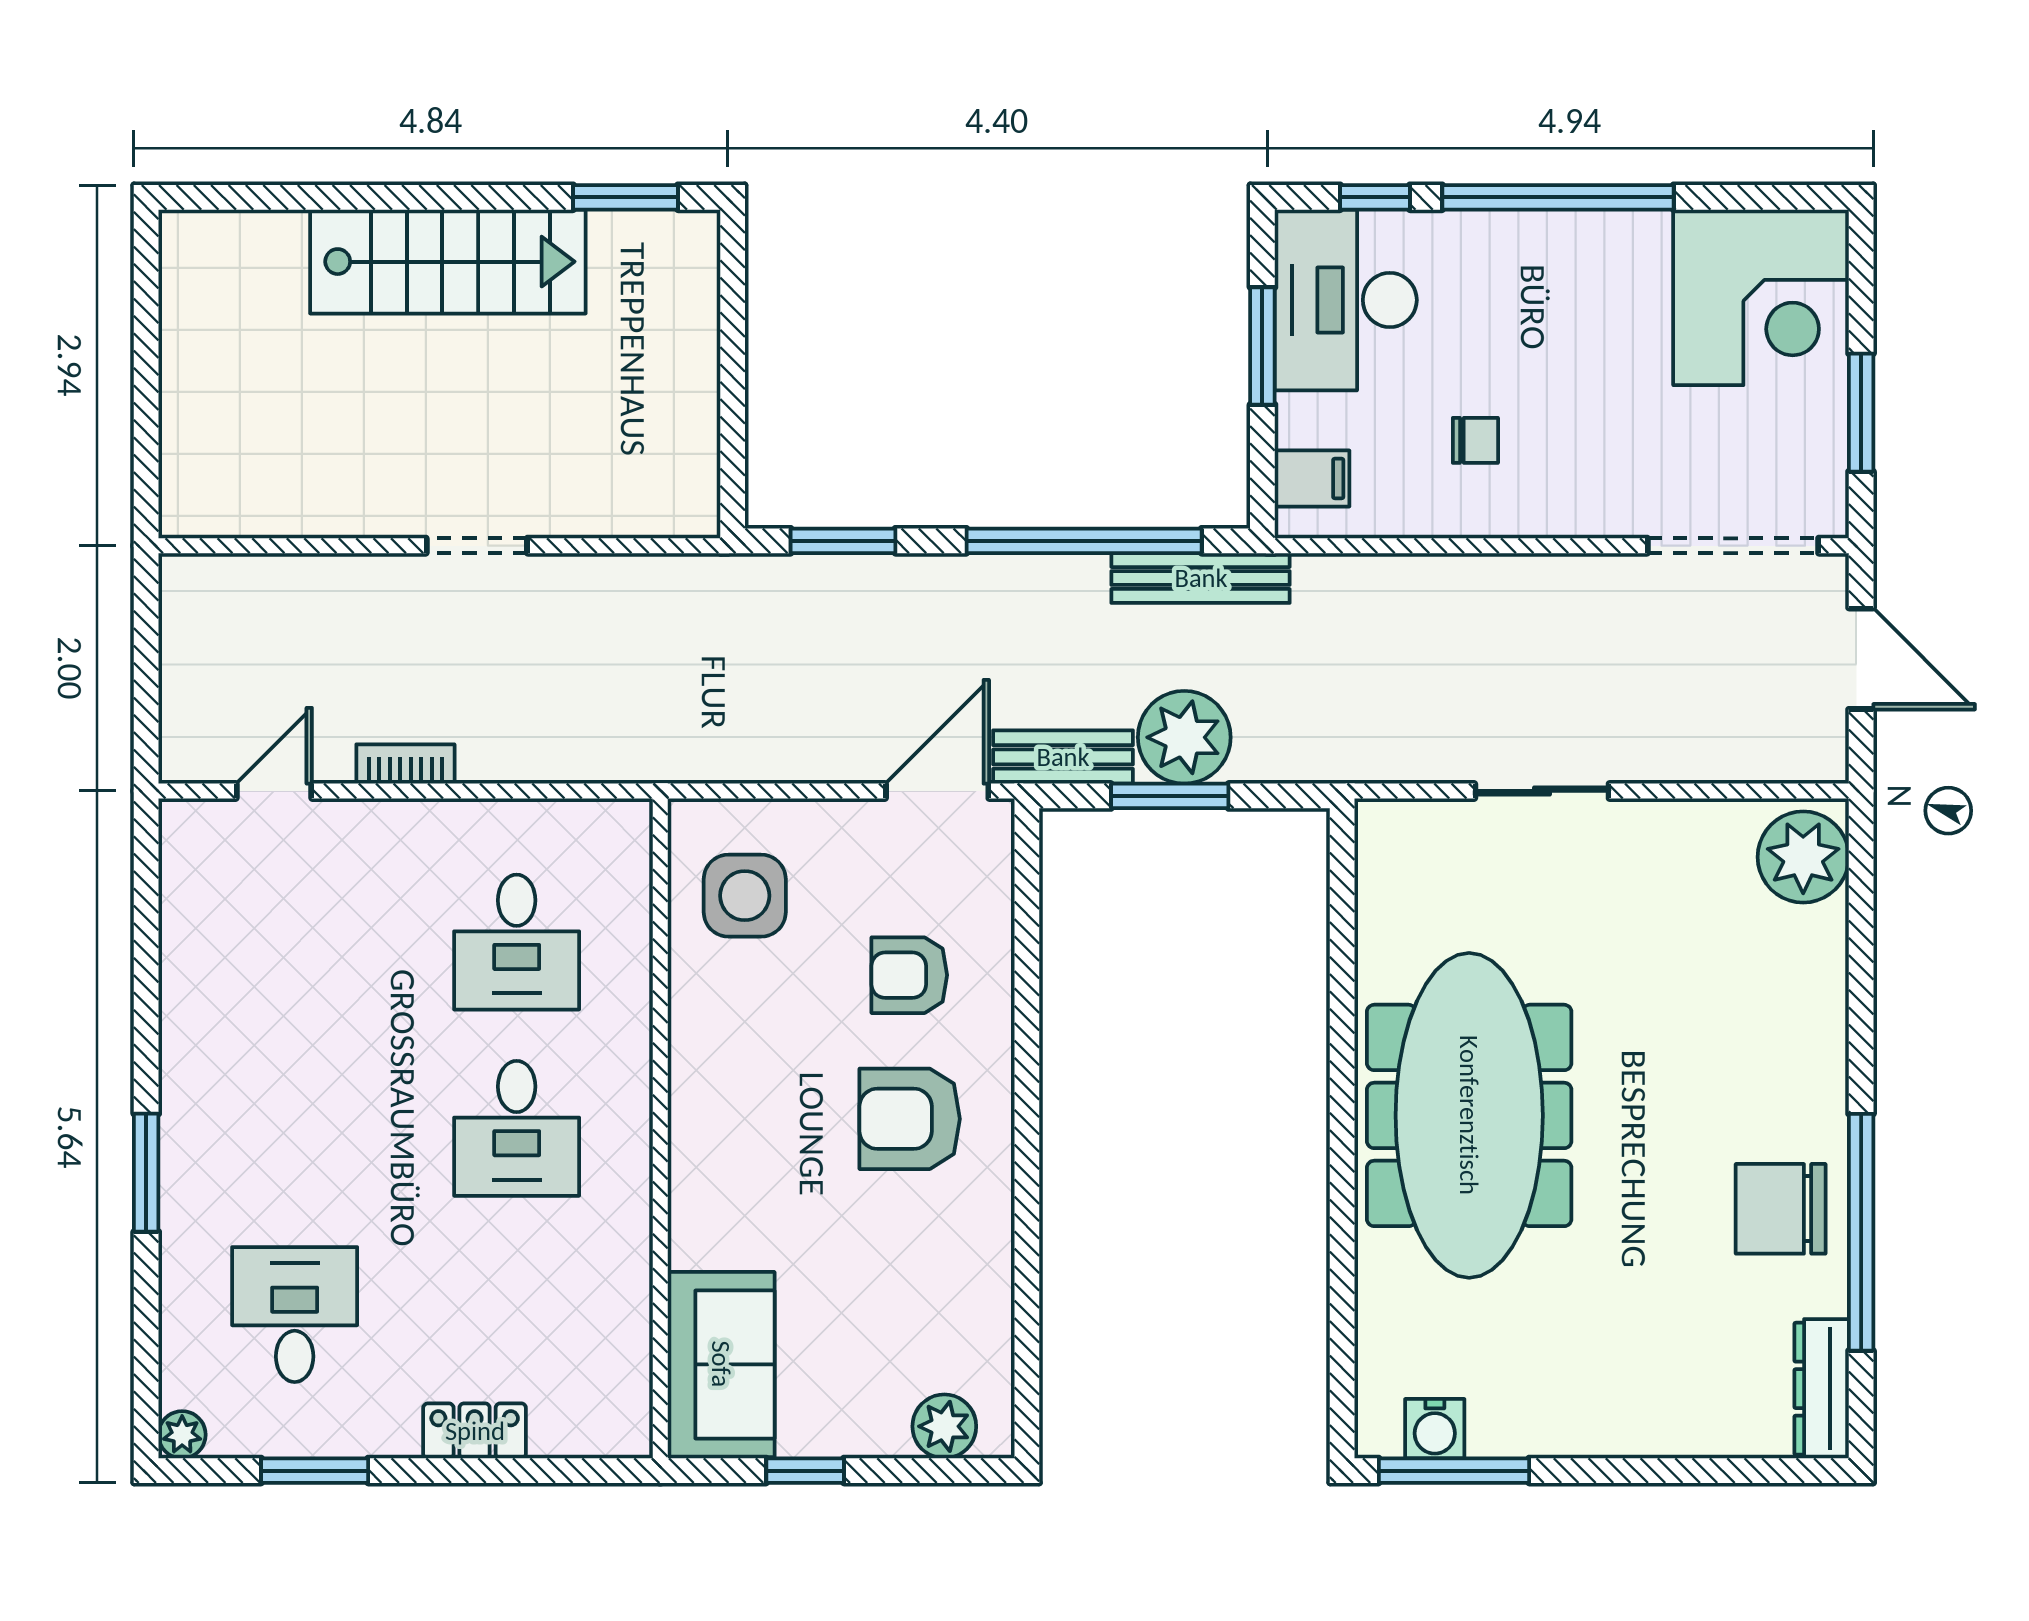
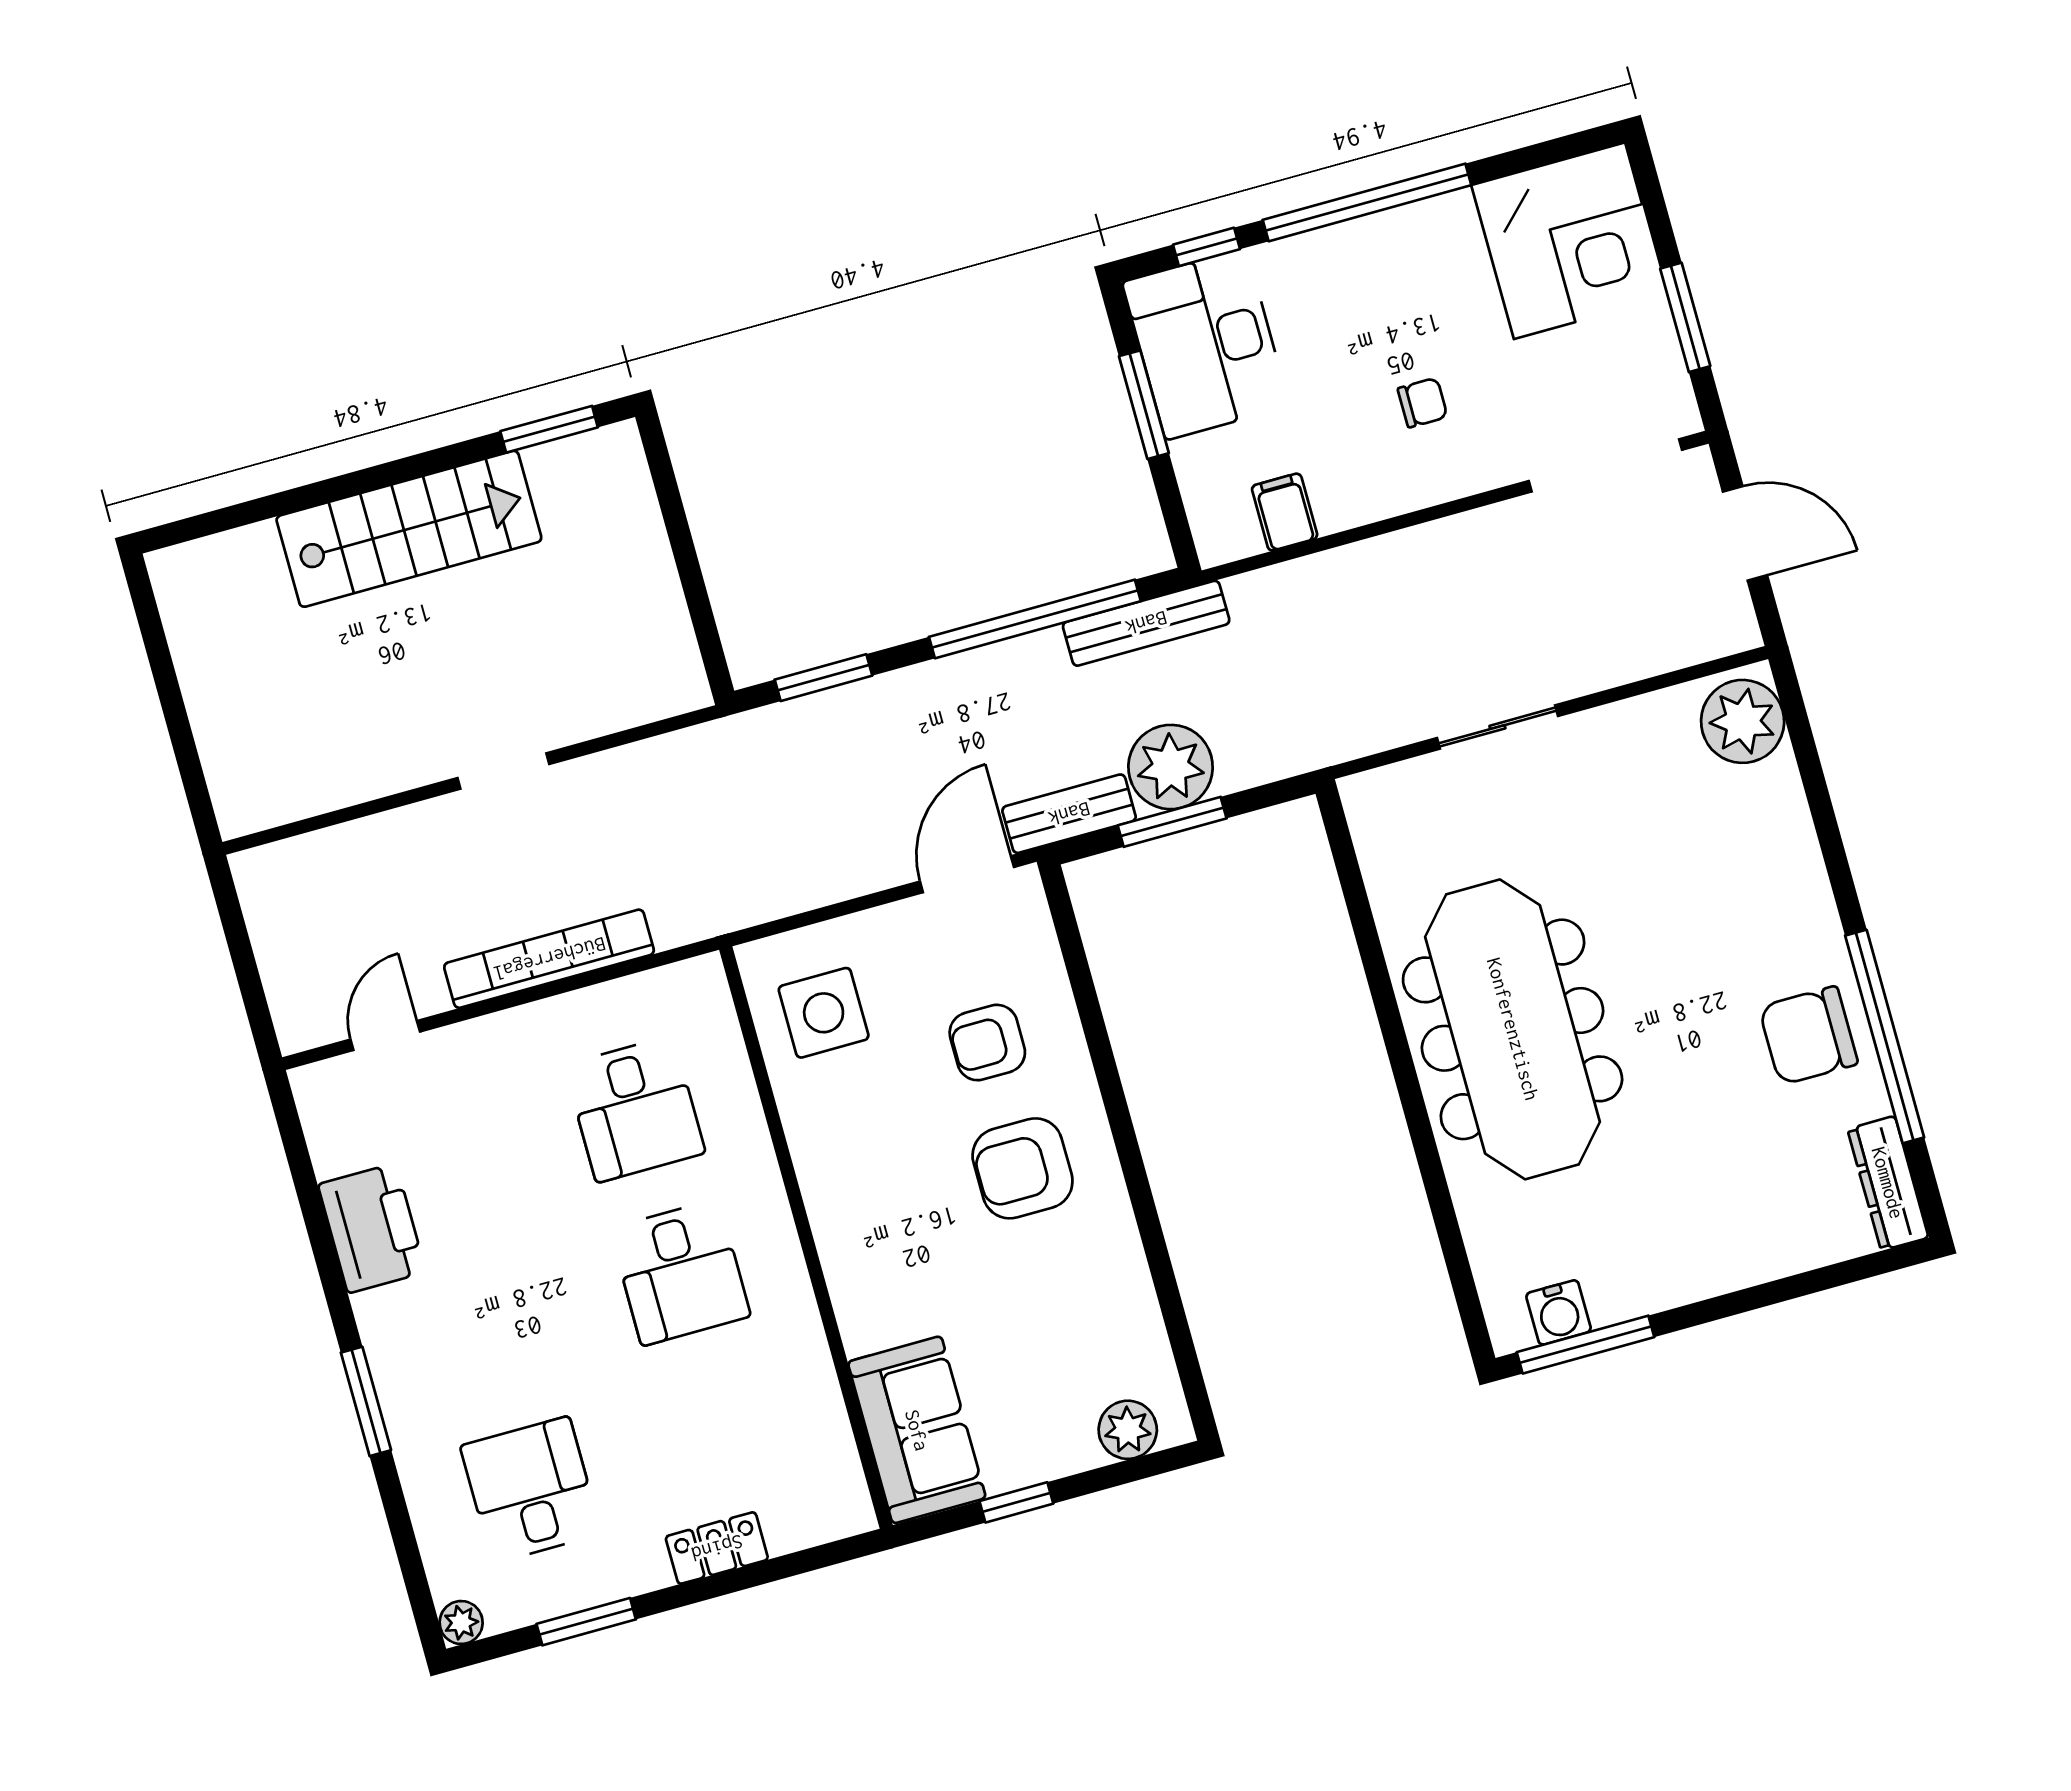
chair: (1475, 440) -> (1423, 403), moved
filing cabinet: (1312, 478) -> (1285, 512), moved, turned -90
bookcase: (405, 764) -> (549, 959), width x2.31, depth x1.31
printer: (203, 991) -> (372, 1228), added

